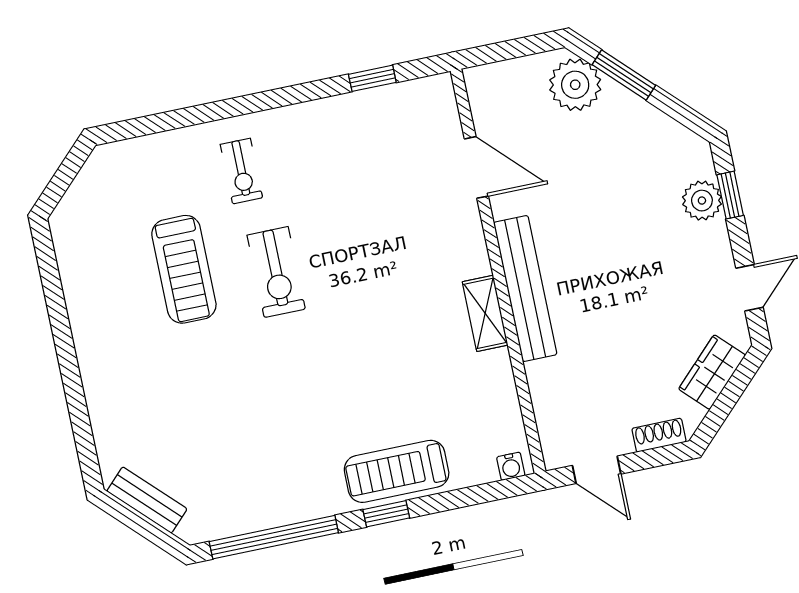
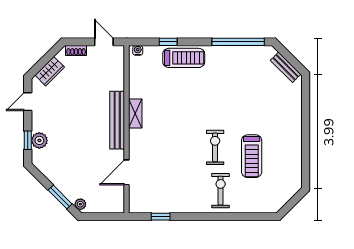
plant: (575, 85) -> (80, 204), width x0.53, depth x0.53
door: (476, 167) -> (127, 172), hinge flipped
exercise bike: (241, 171) -> (221, 191), width x1.38, depth x1.39
treadmill: (184, 269) -> (252, 156), turned 180
window: (386, 514) -> (168, 42), moved

